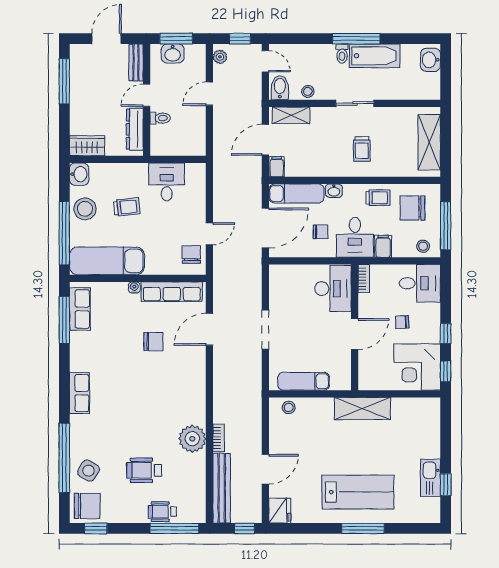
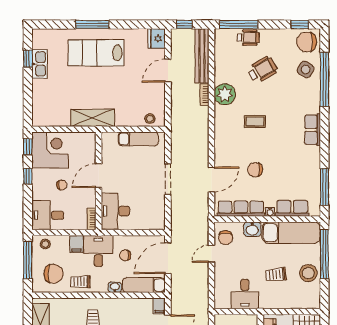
washbasin: (79, 174) -> (252, 229), moved, turned -90
row of seats: (80, 309) -> (292, 208), moved, turned 90
coffee table: (154, 404) -> (255, 122), added
wheelchair: (144, 470) -> (262, 70), turned -30

